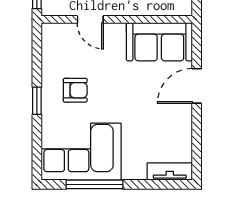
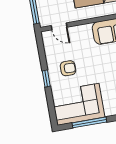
door: (90, 19) -> (59, 26), moved

